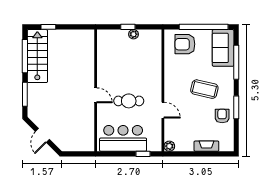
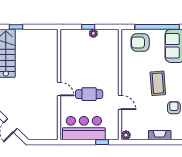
coffee table: (204, 89) -> (158, 83), turned 73

